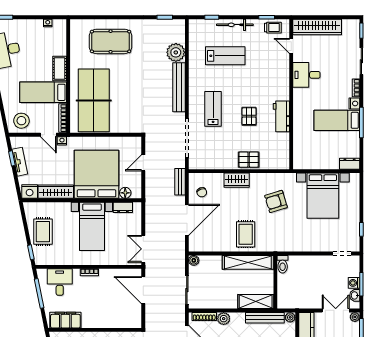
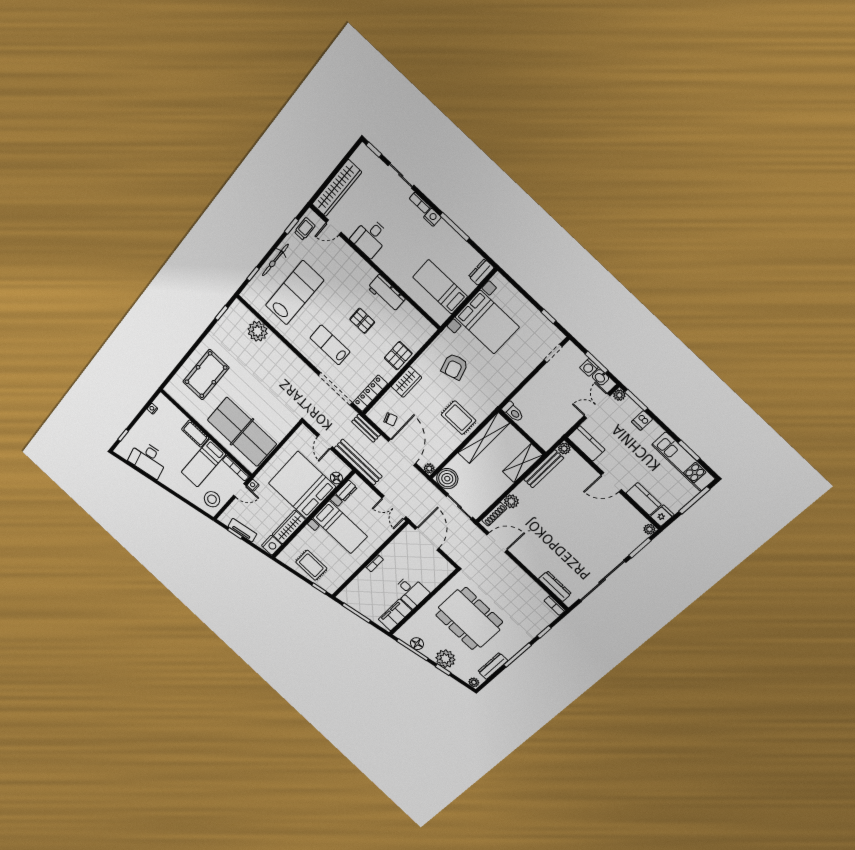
lab bench: (225, 56) -> (294, 293), width x1.36, depth x1.39
bench: (179, 87) -> (358, 462), moved
bed: (337, 120) -> (440, 287), moved, turned 90
locker: (206, 163) -> (370, 393), added
plant: (193, 247) -> (429, 468), added
boiler: (194, 260) -> (447, 479), width x1.86, depth x1.86
desk: (60, 282) -> (411, 592), moved, turned 180
door: (143, 290) -> (427, 539), swing flipped

